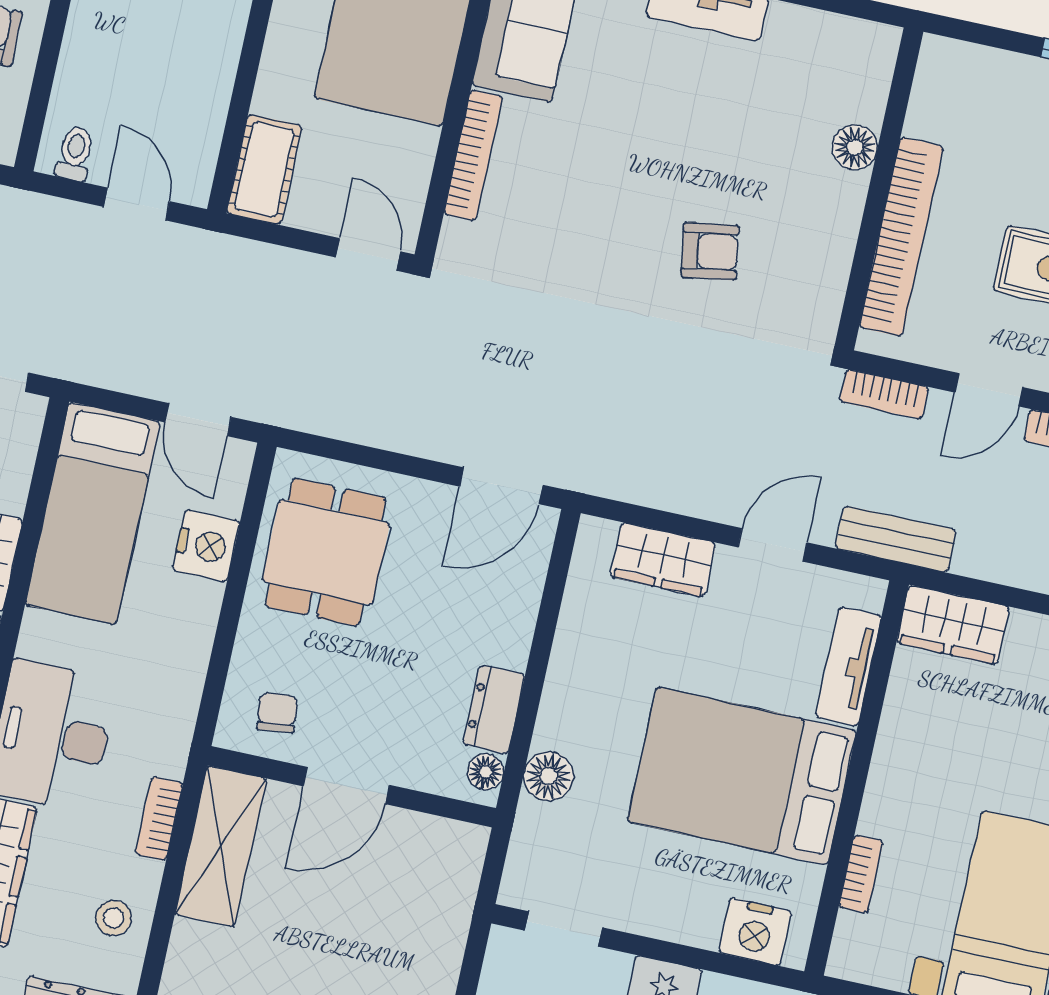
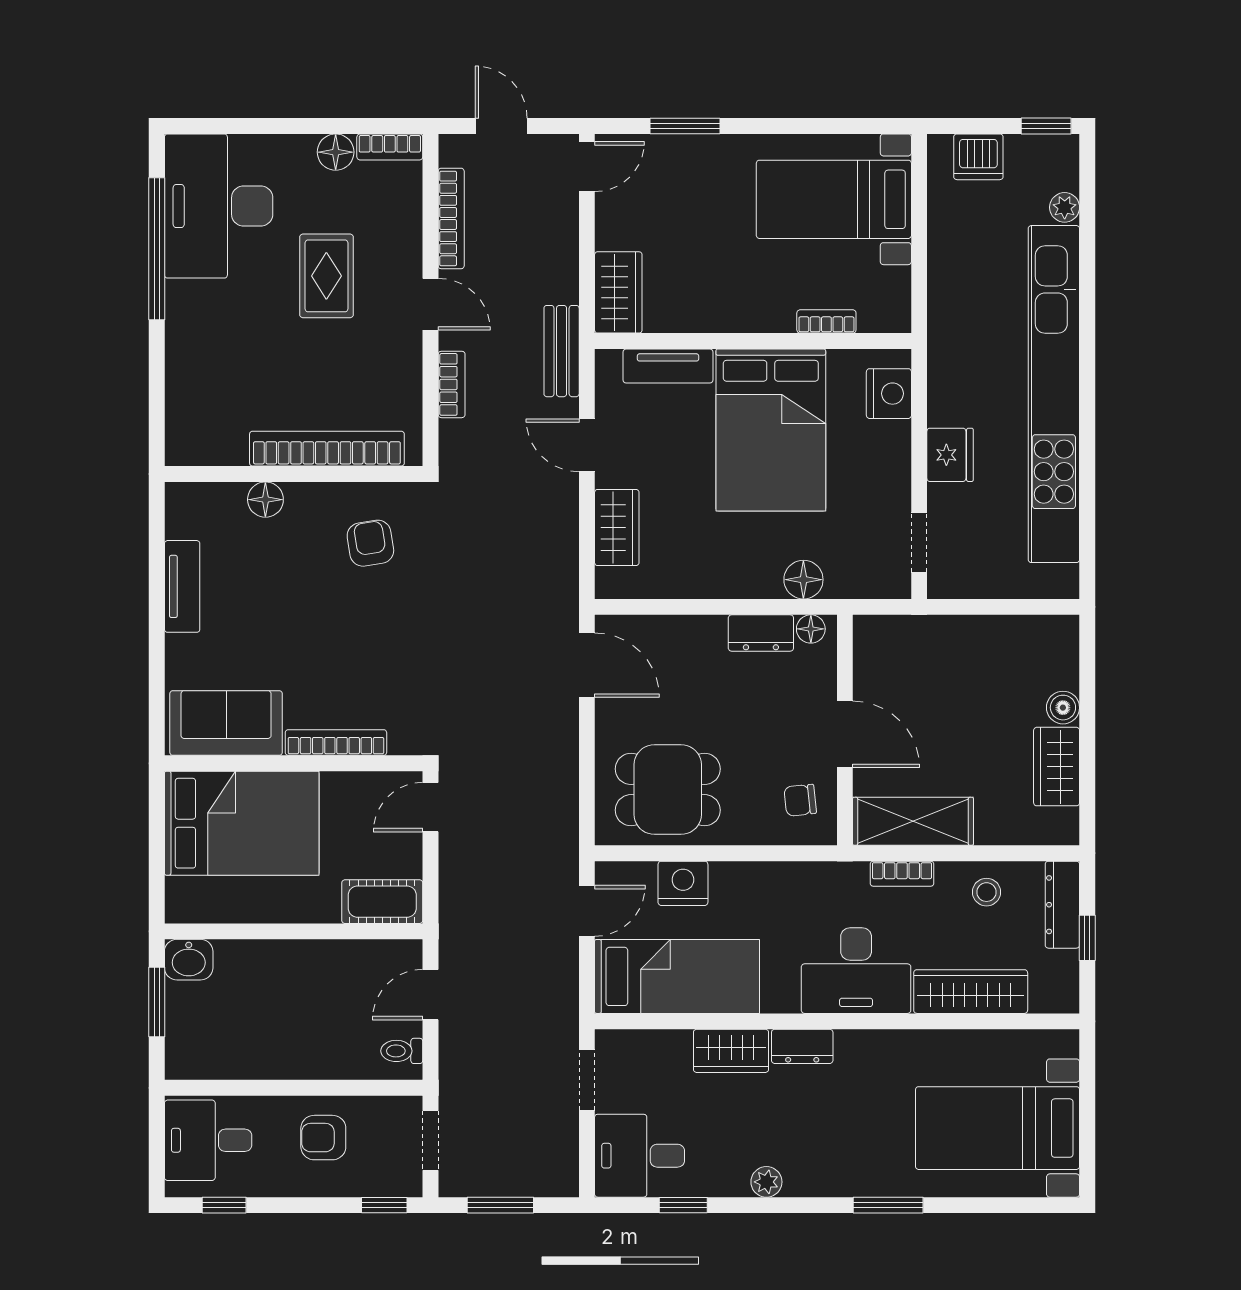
floor lamp: (855, 147) -> (265, 500), moved
wall: (879, 189) -> (294, 474), moved
bookcase: (901, 237) -> (327, 449), moved

